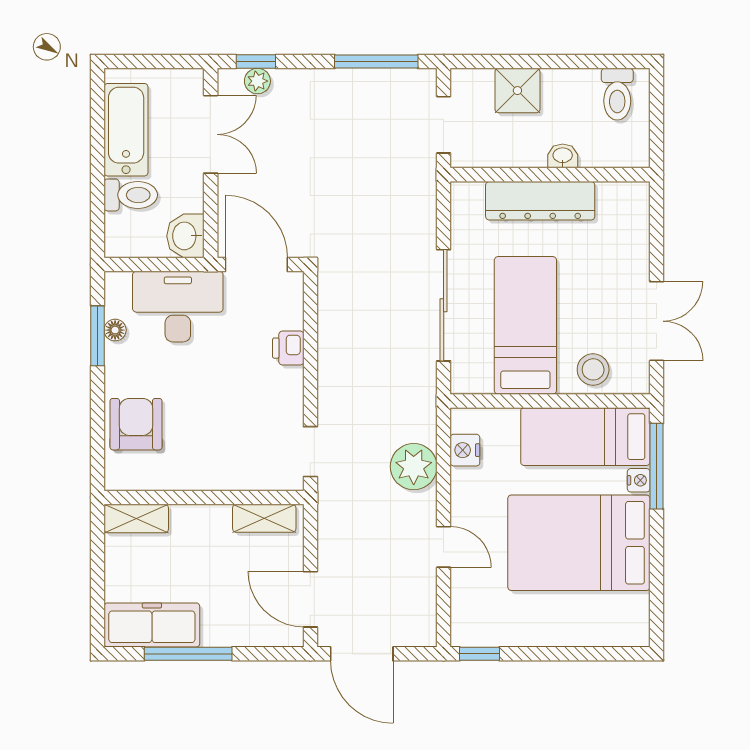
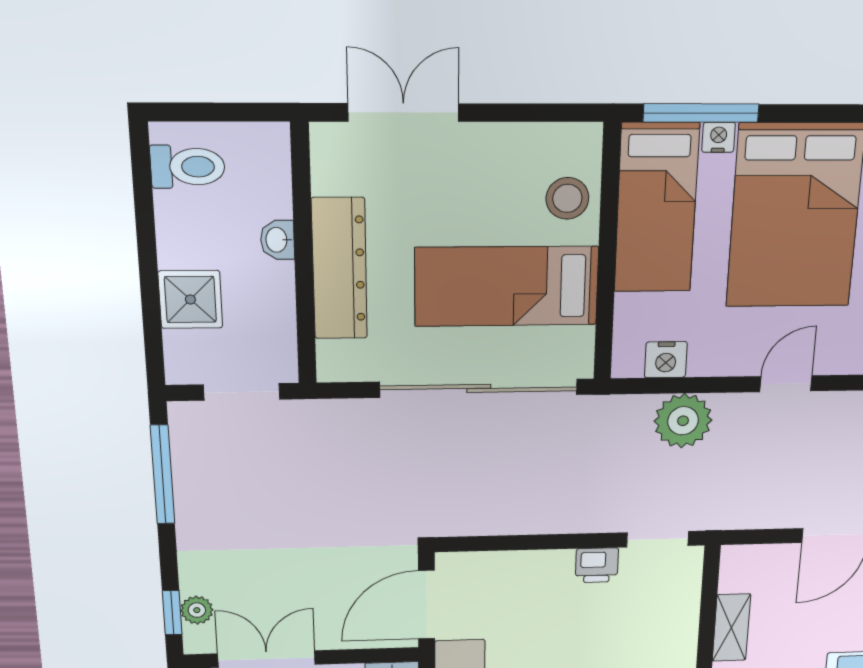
sliding door: (444, 305) -> (479, 388), width x1.36
double door: (657, 321) -> (404, 112), moved
printer: (288, 348) -> (597, 565), moved
shelving: (264, 518) -> (731, 628), moved

